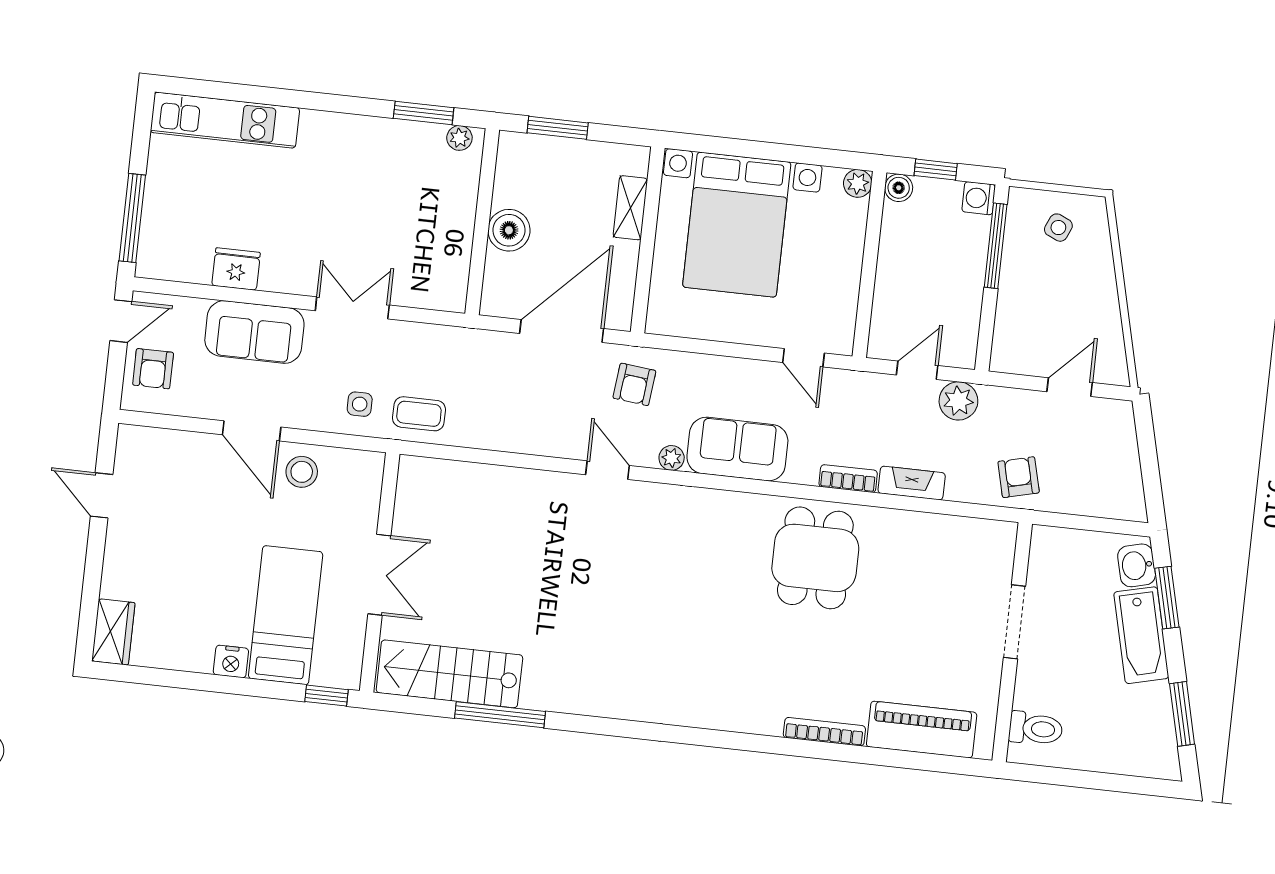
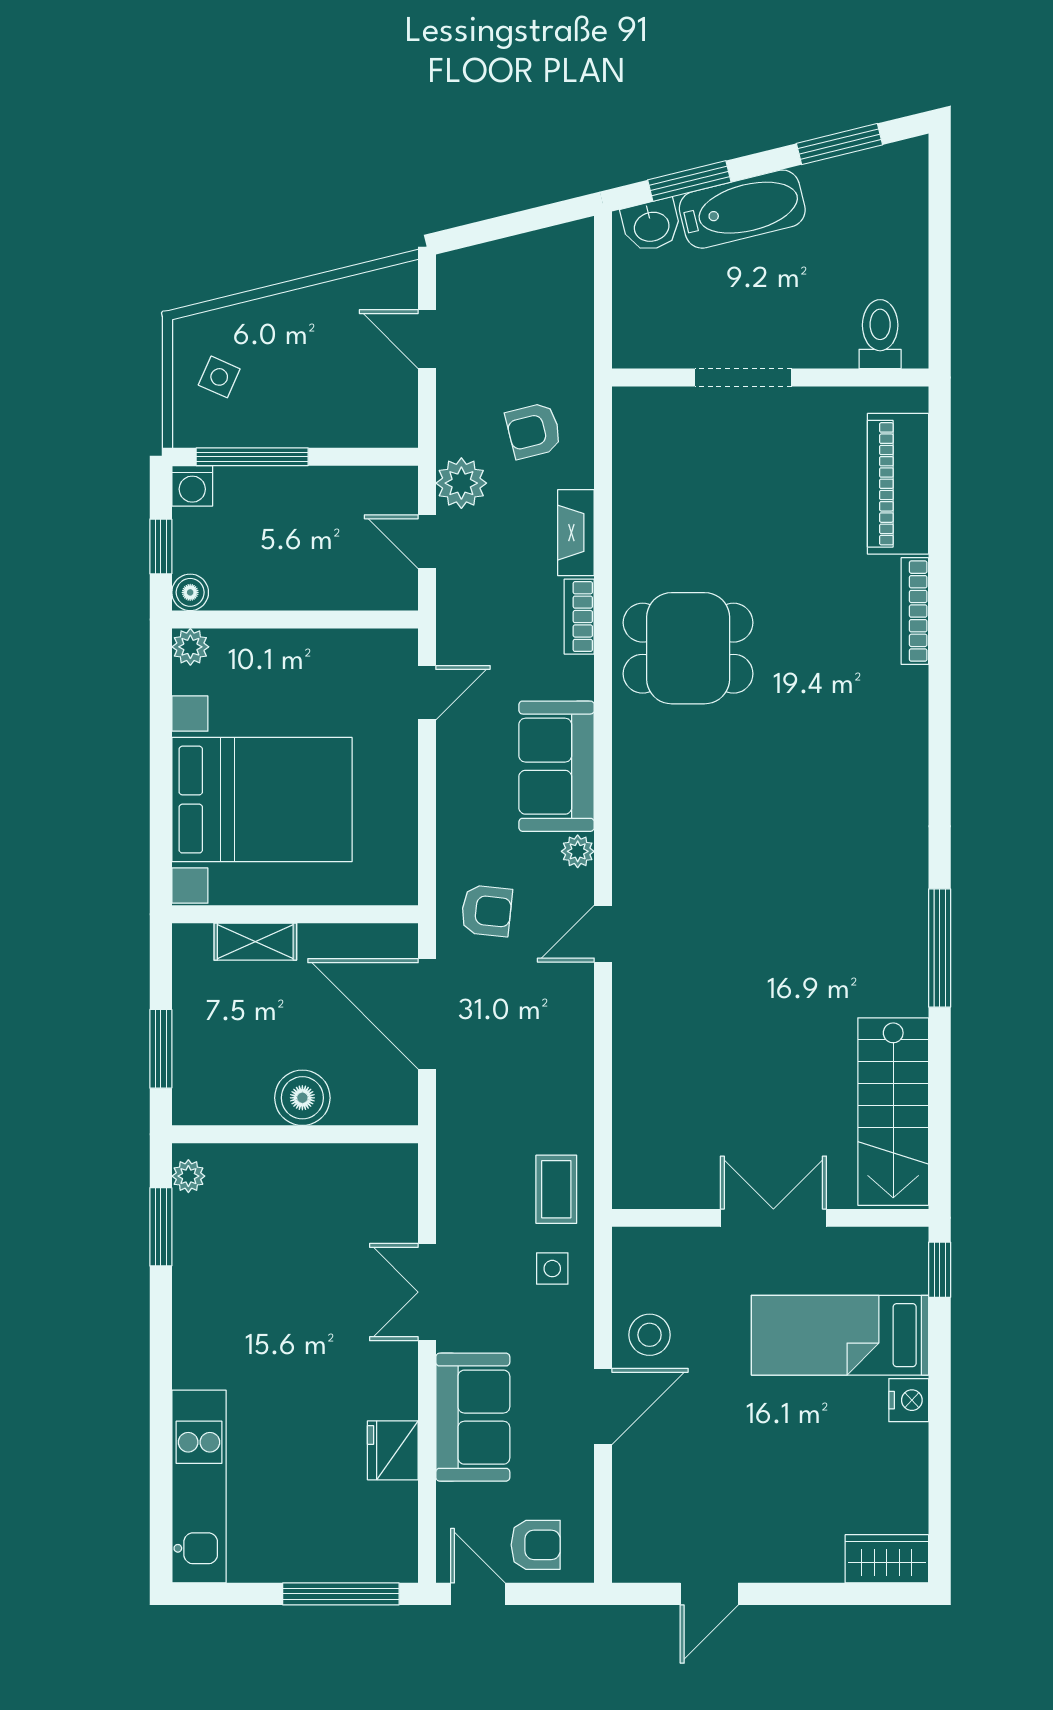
armchair: (1019, 477) -> (534, 431), moved
window: (500, 715) -> (940, 948), moved

